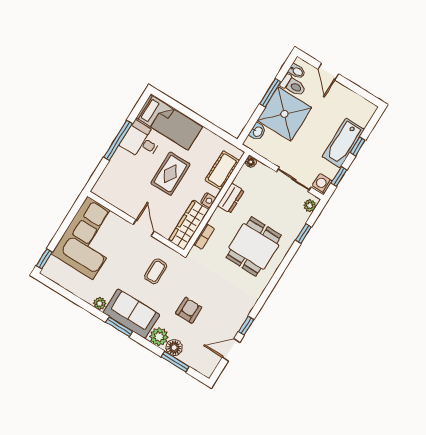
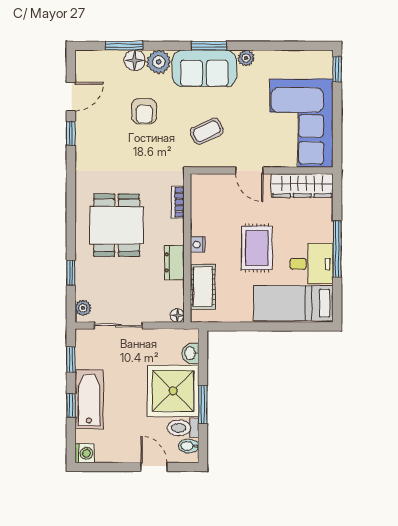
washing machine: (322, 183) -> (85, 453), moved
wardrobe: (189, 225) -> (302, 185), moved, turned 90
coffee table: (156, 271) -> (207, 131), turned 65

